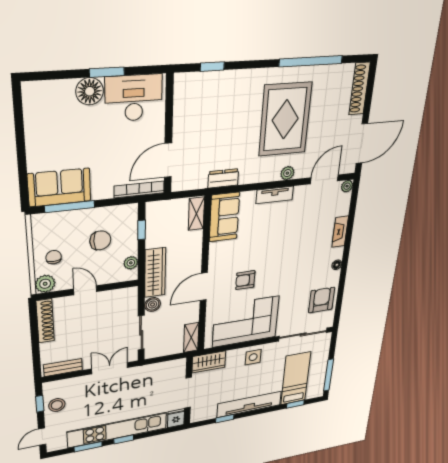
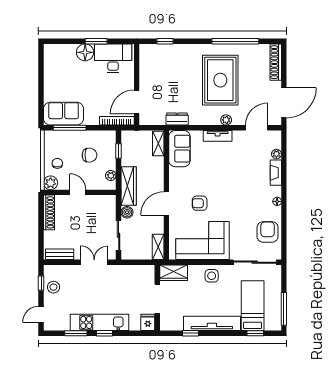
plant: (347, 186) -> (276, 154), moved
kitchen unit: (118, 430) -> (100, 322), width x0.73

